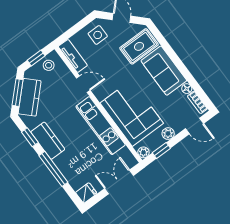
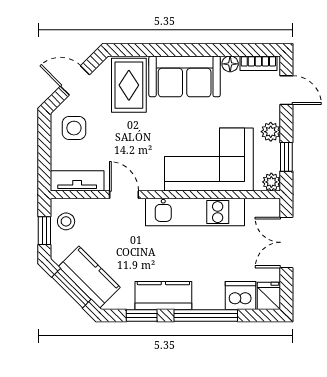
door: (83, 84) -> (124, 195), hinge flipped
door: (194, 126) -> (286, 90), hinge flipped
dishwasher: (76, 179) -> (240, 295), added

